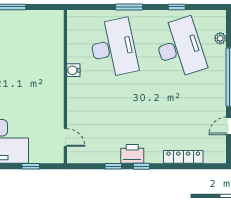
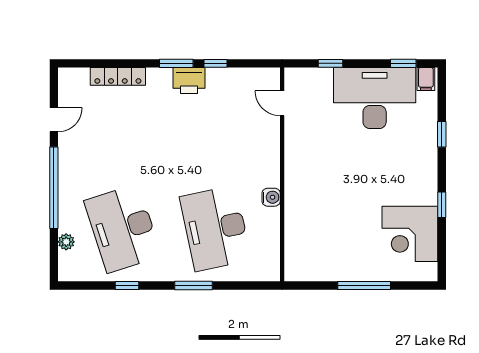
window: (141, 166) -> (176, 63), width x1.50

